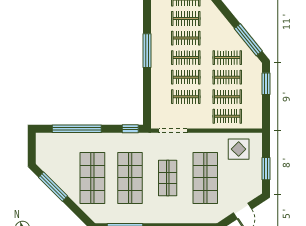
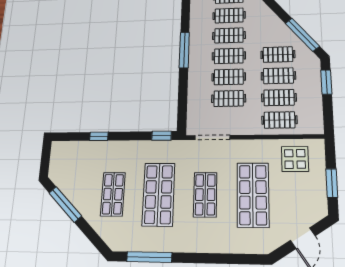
window: (77, 129) -> (99, 136), width x0.32
shop shelf: (92, 178) -> (113, 194), width x0.70, depth x0.74

